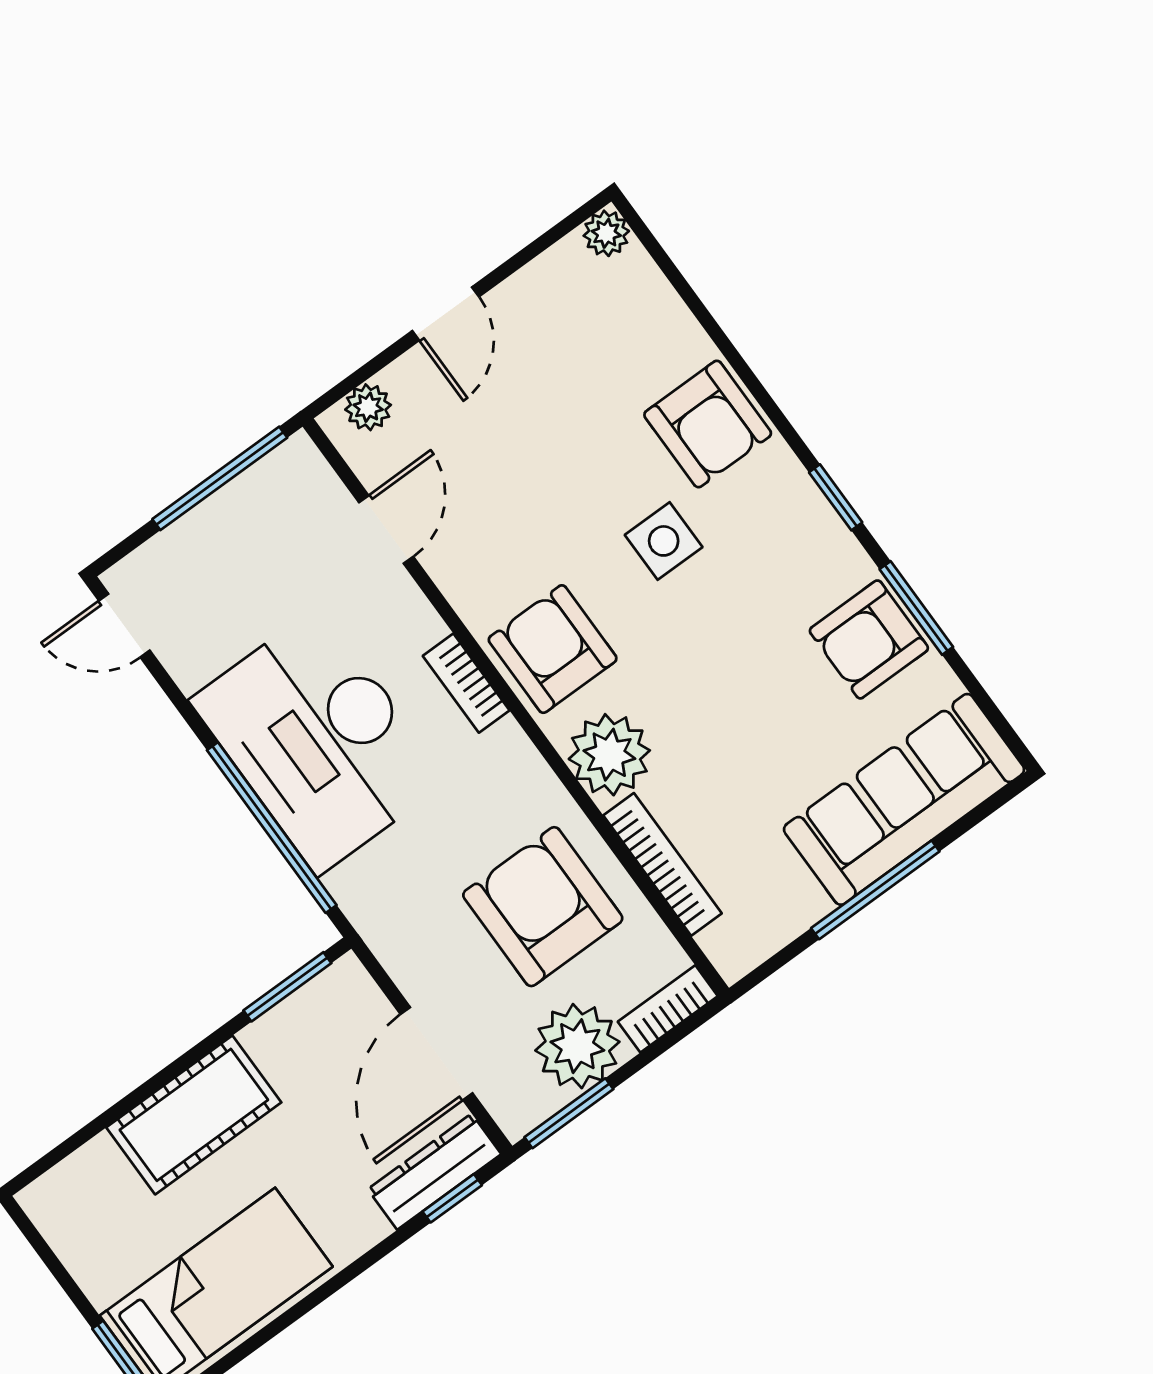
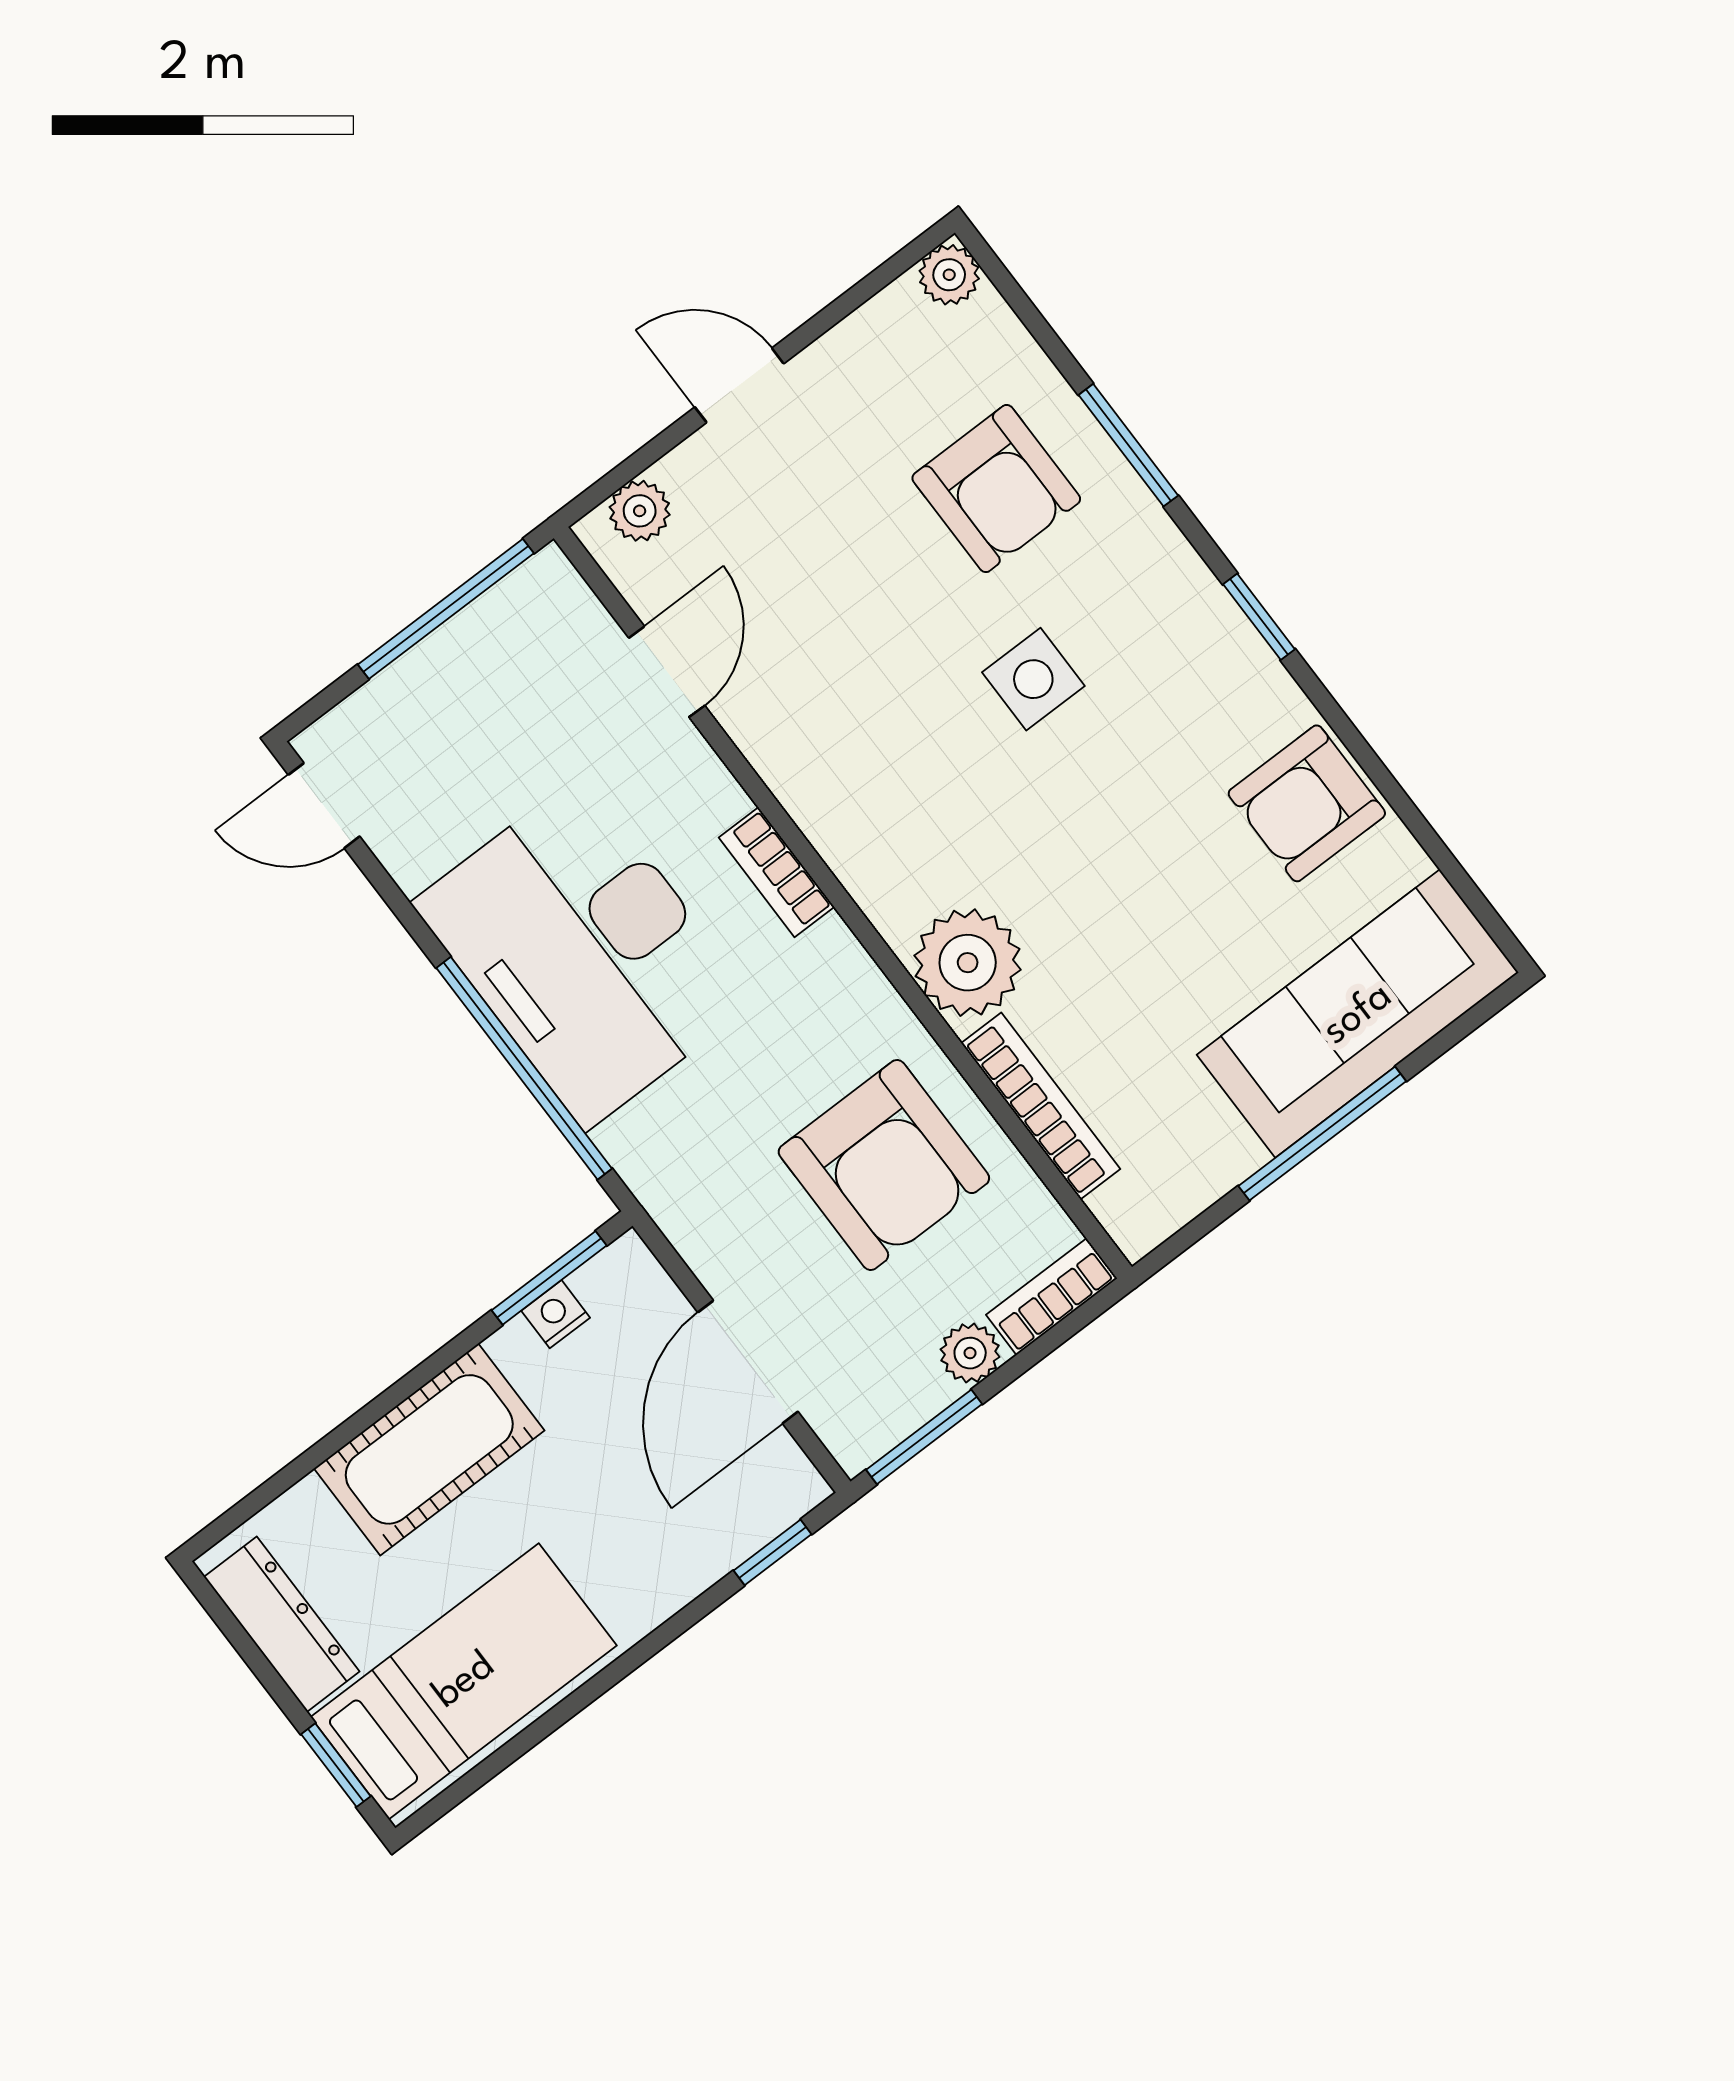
door: (446, 314) -> (739, 385), swing flipped
armchair: (708, 424) -> (996, 489), moved
window: (916, 608) -> (1128, 445), moved
armchair: (553, 649) -> (890, 825), removed
armchair: (543, 907) -> (884, 1165), turned 180
nightstand: (292, 1014) -> (556, 1314), added
plant: (577, 1046) -> (970, 1353), width x0.53, depth x0.53
dresser: (434, 1172) -> (282, 1624), moved, turned 90

